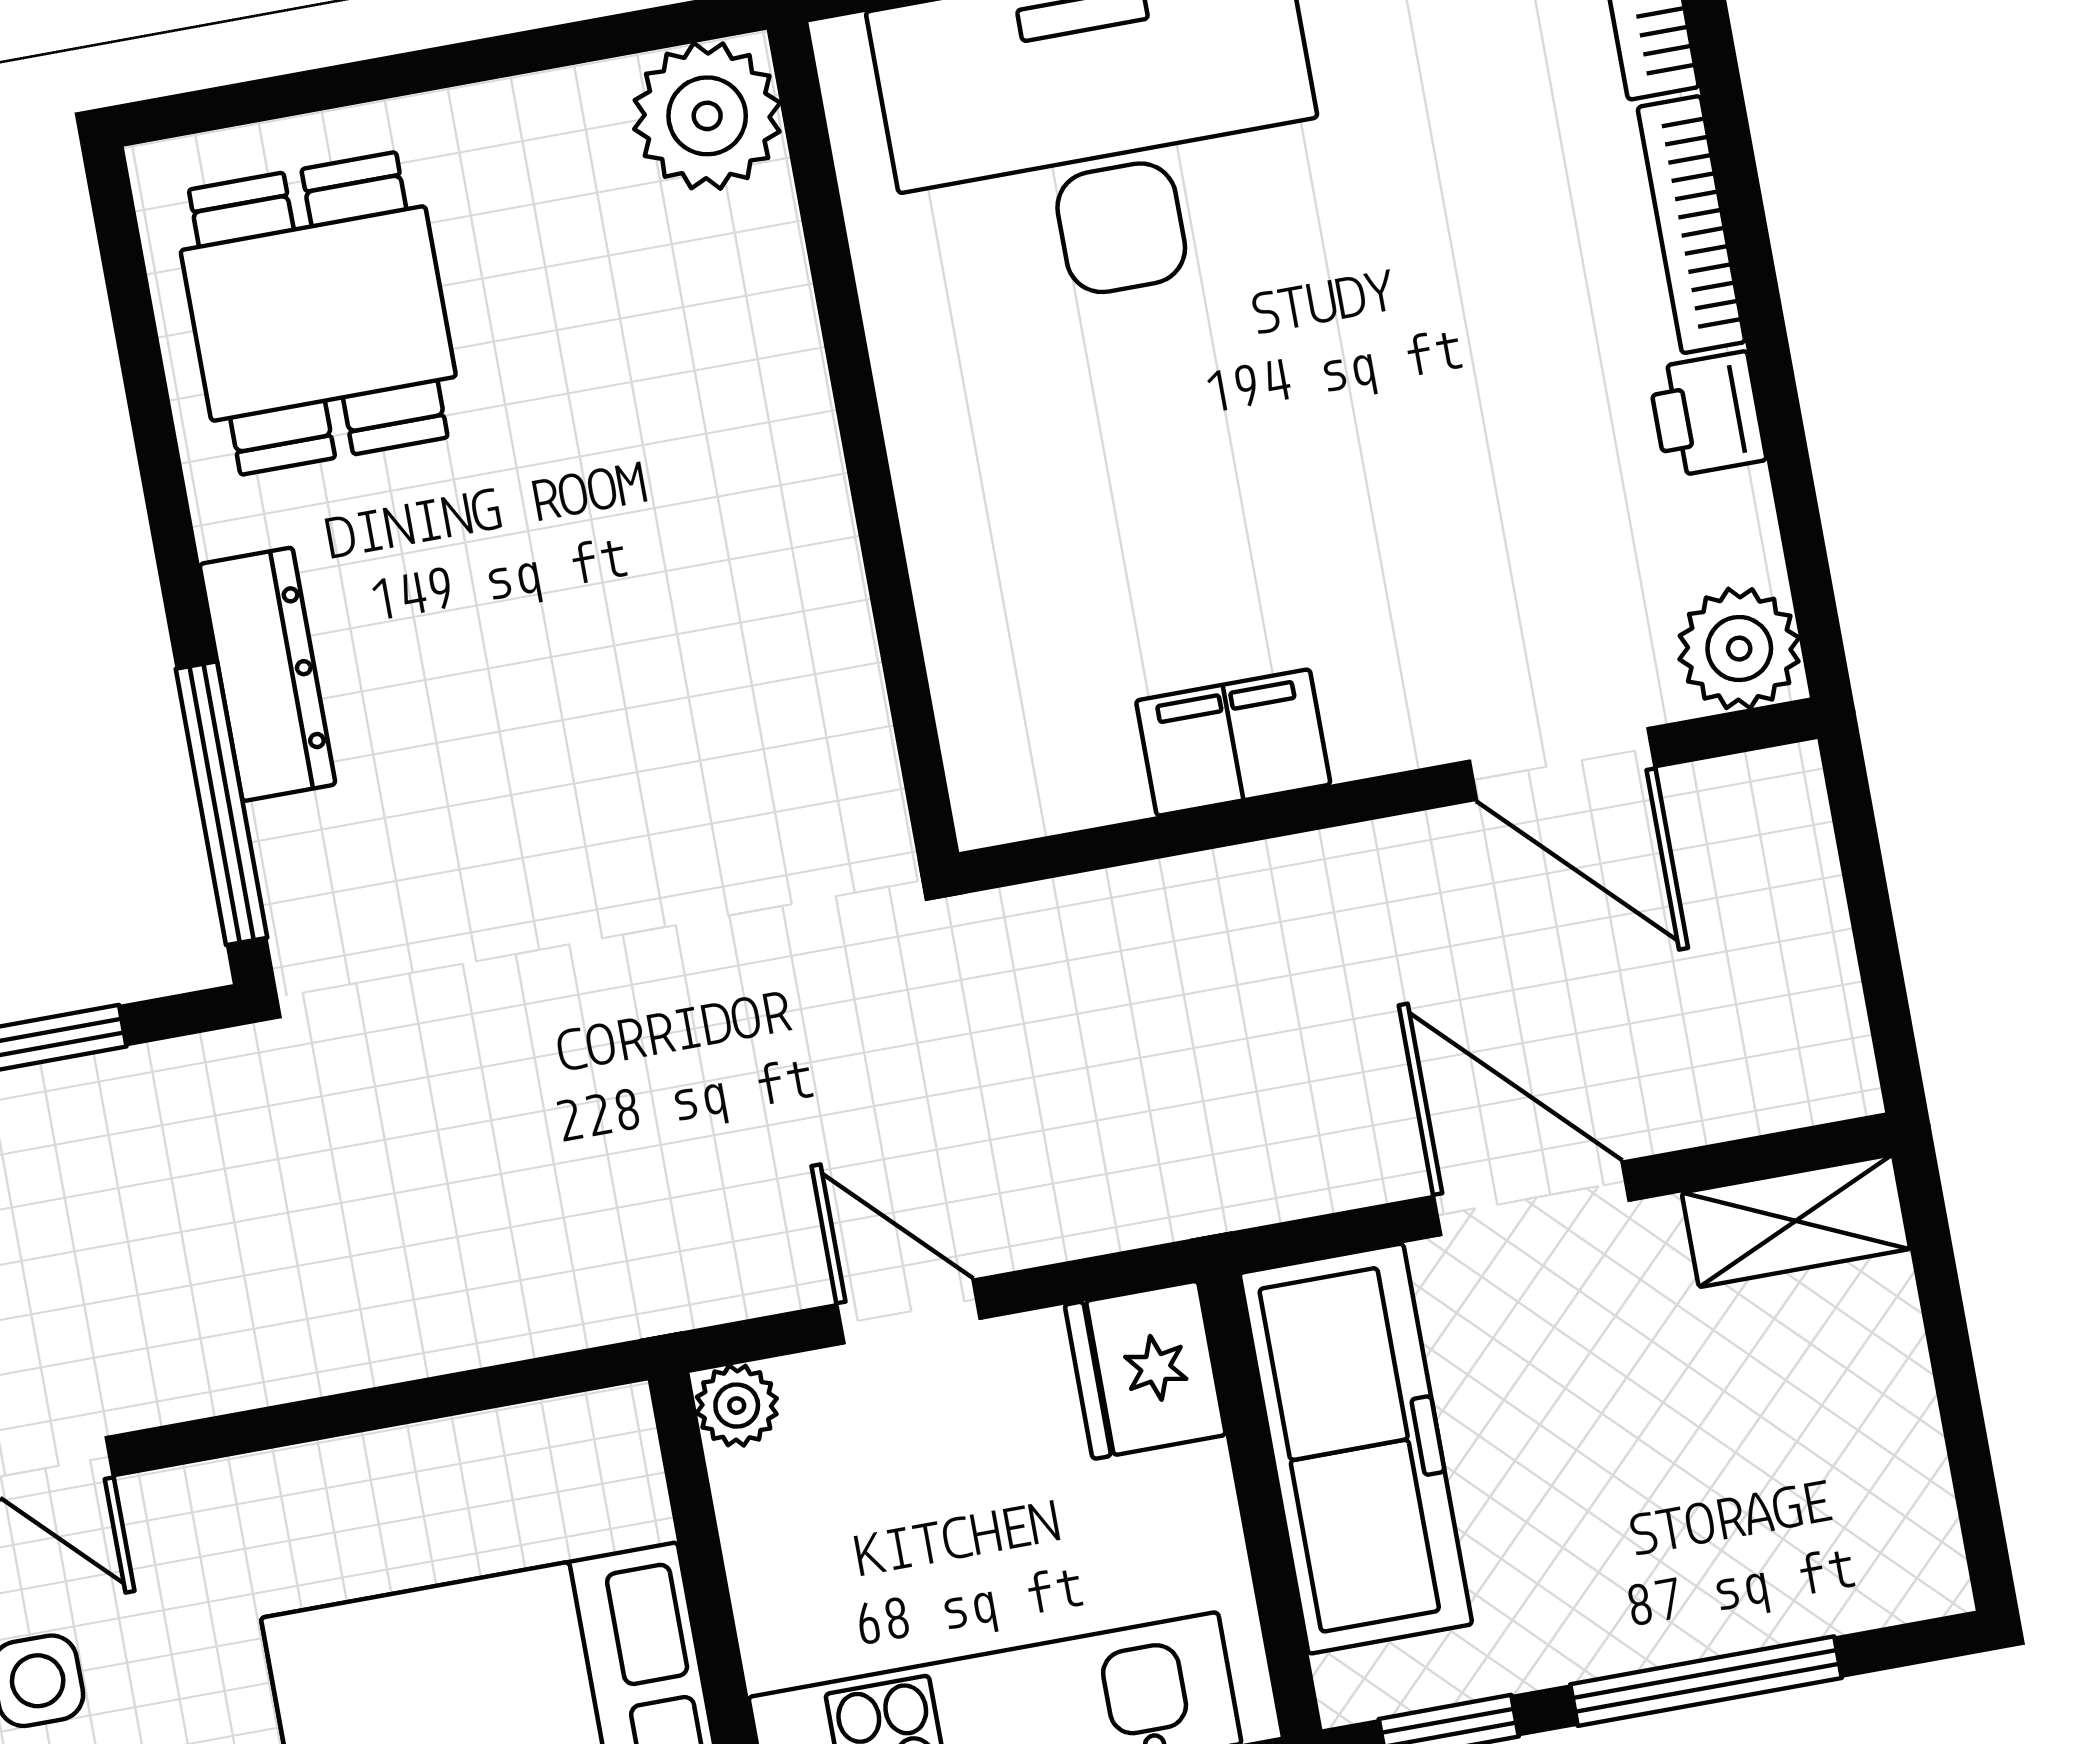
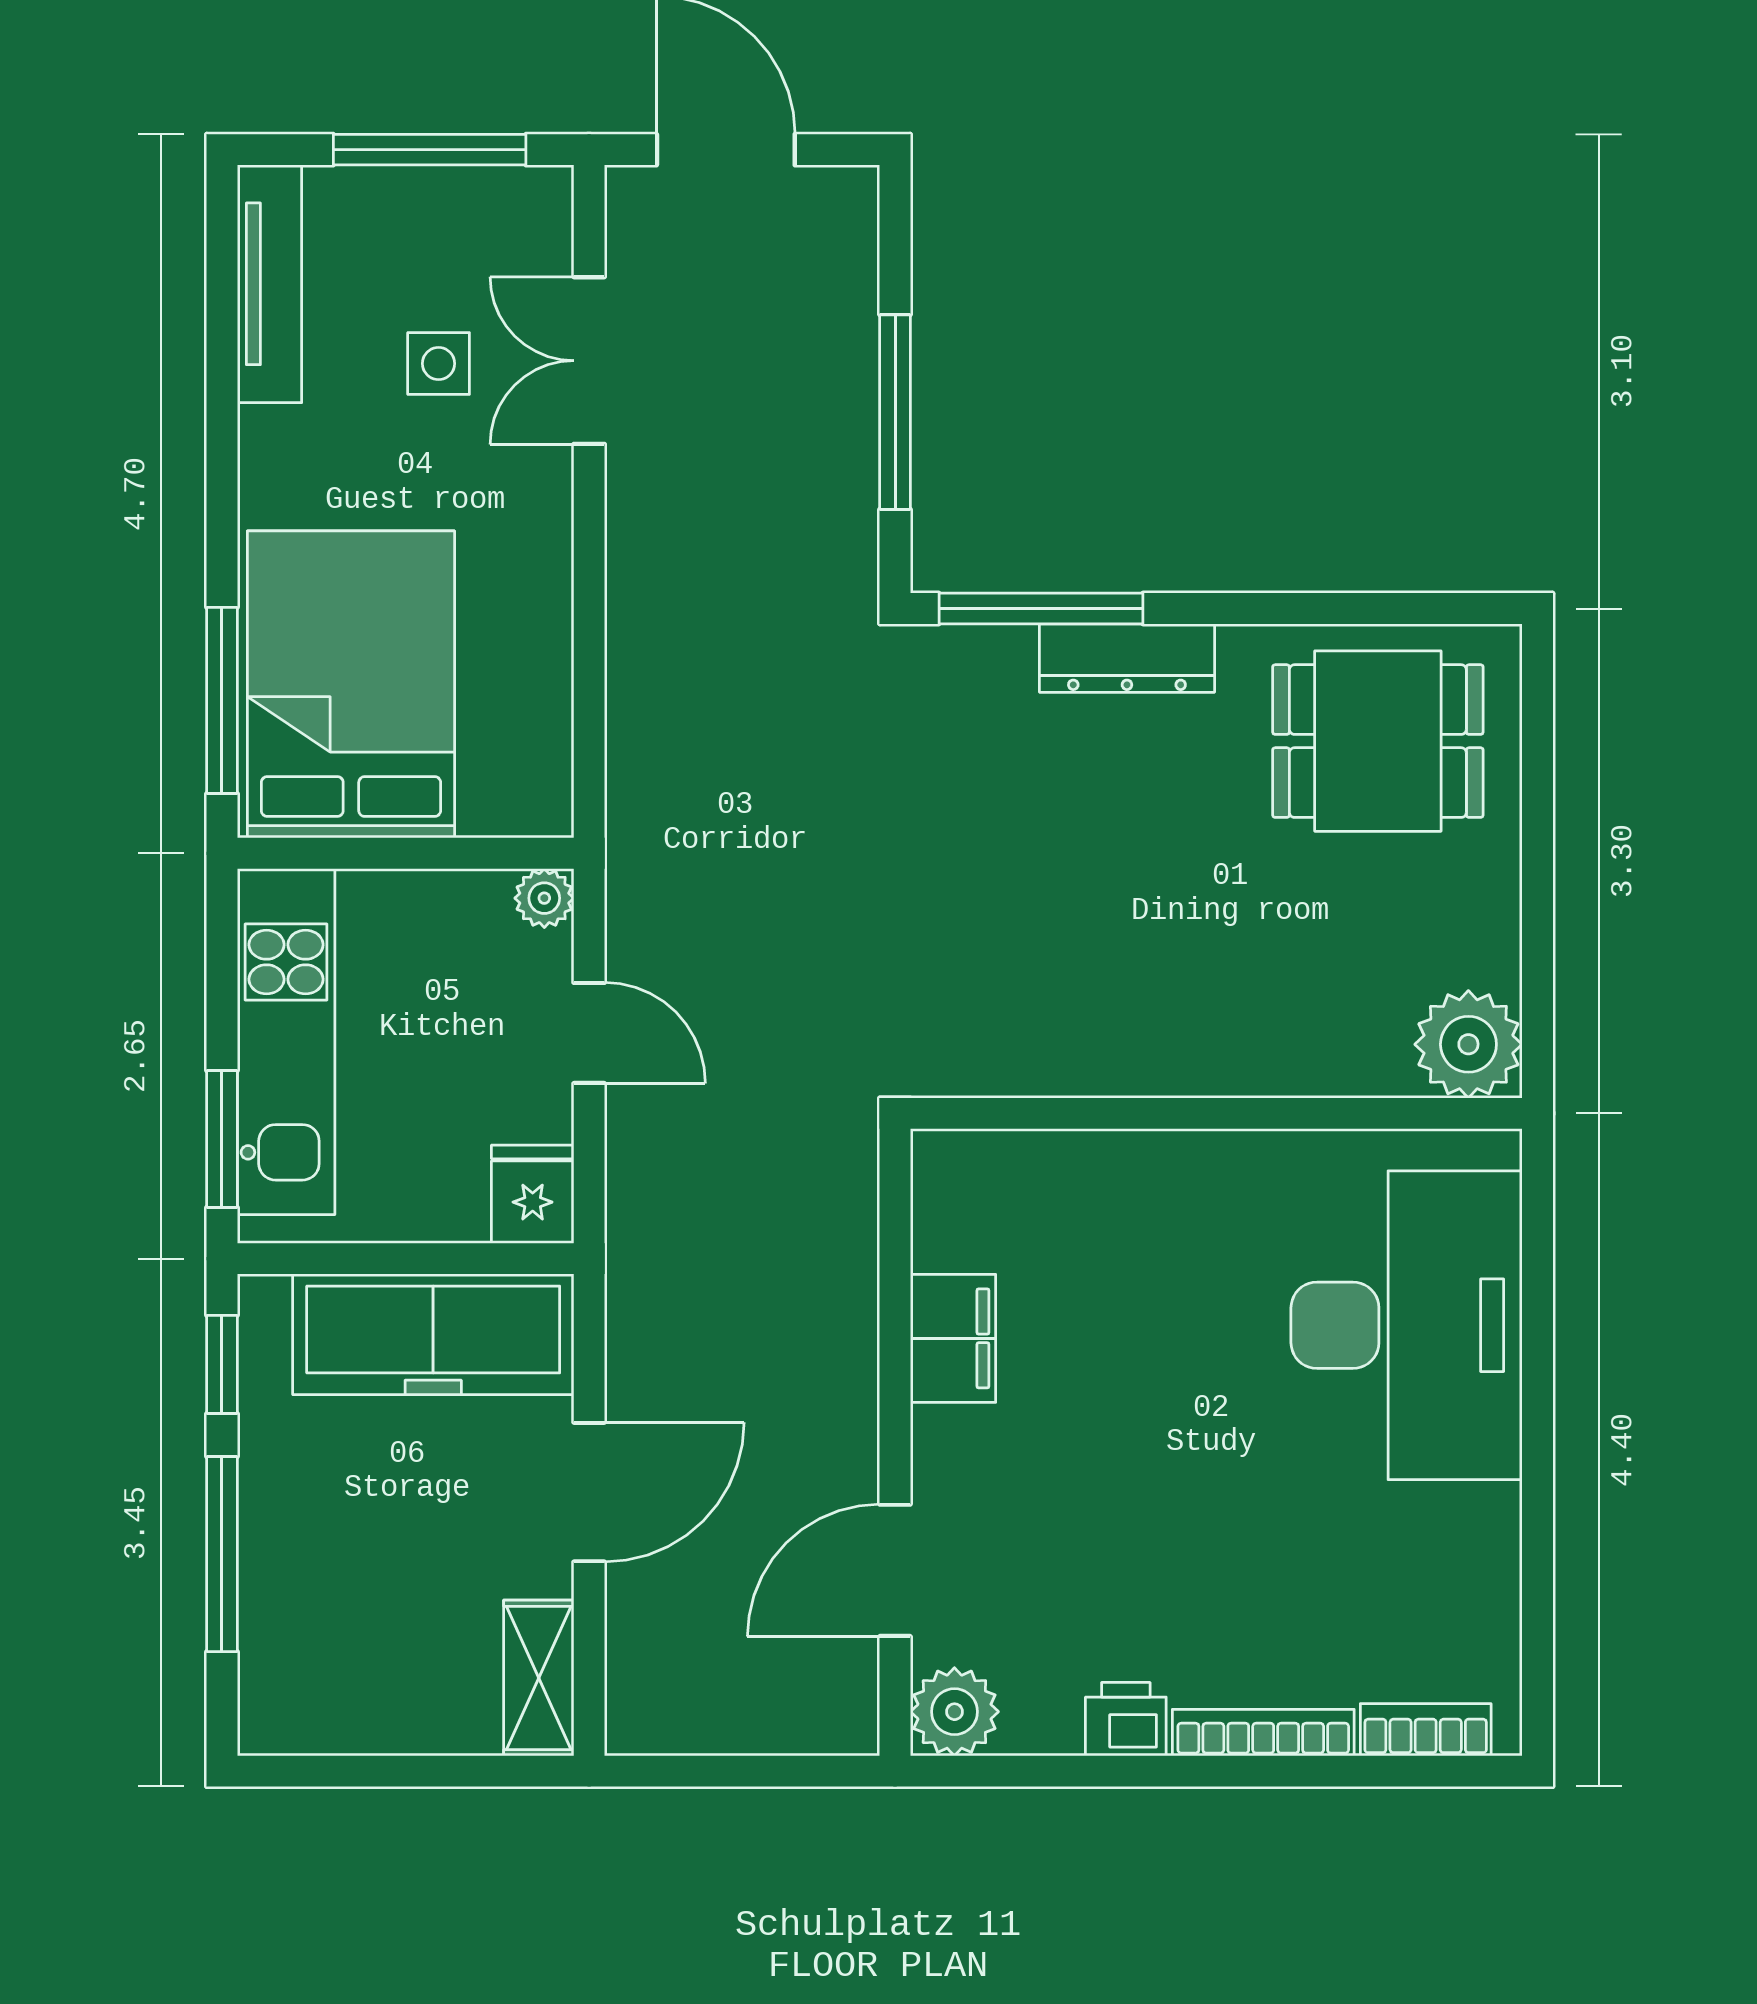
door: (909, 1312) -> (589, 1033), hinge flipped
fridge: (1145, 1370) -> (533, 1194), width x0.72

